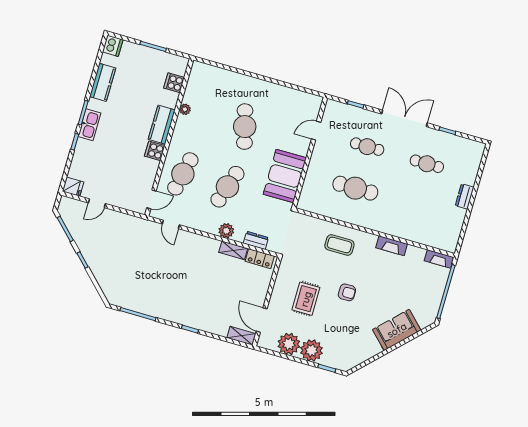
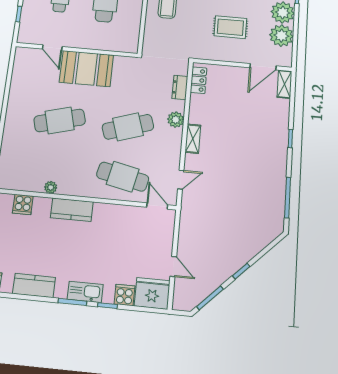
cooker: (155, 151) -> (124, 295), moved, turned 180
booth: (285, 176) -> (86, 69), moved
fridge: (73, 187) -> (152, 293), width x1.88, depth x1.34
cafe table: (227, 187) -> (128, 127), turned -36
shelving: (233, 250) -> (193, 139), moved

